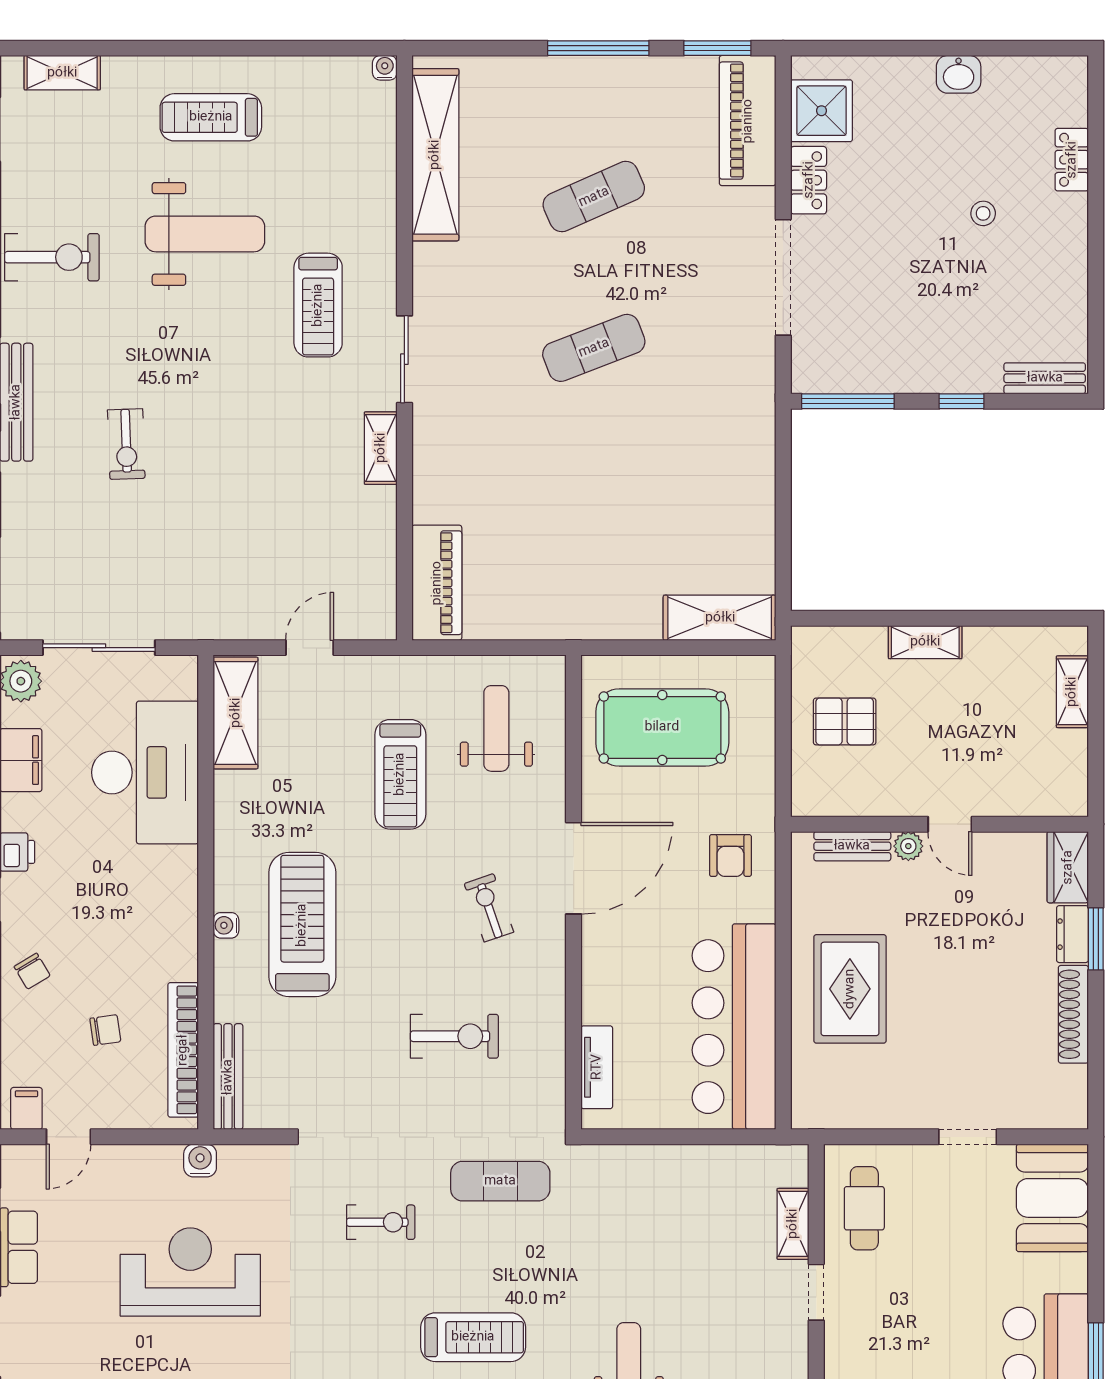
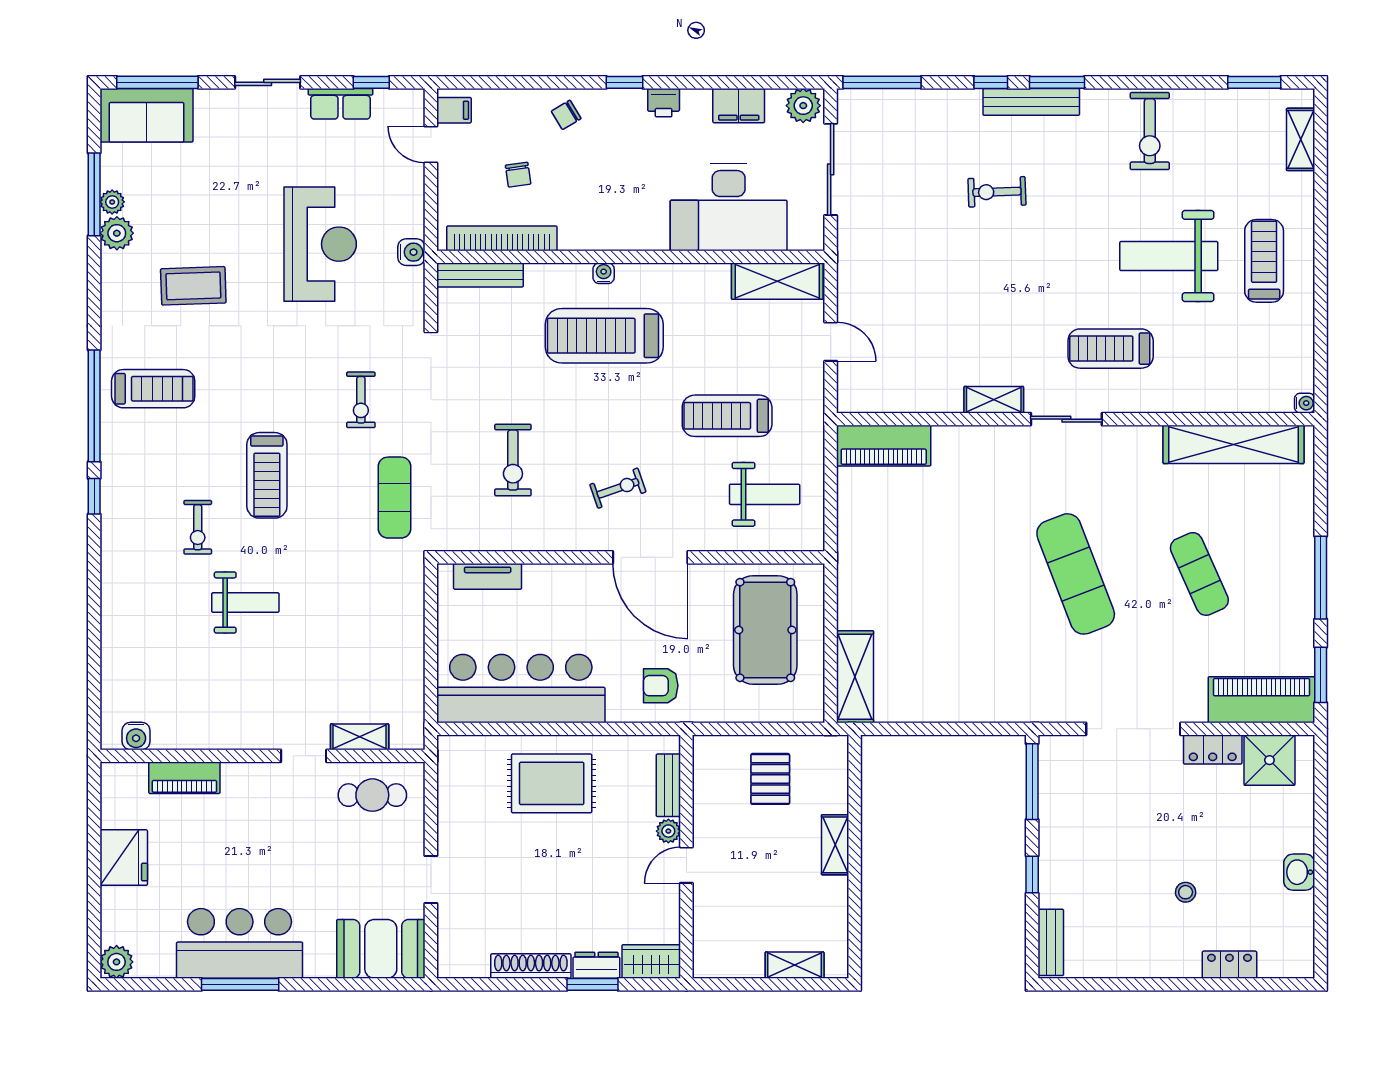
weight bench: (205, 234) -> (1169, 256), turned 90
exercise mat: (594, 348) -> (1076, 574), width x1.36, depth x1.45
treadmill: (302, 925) -> (604, 336), turned 180

